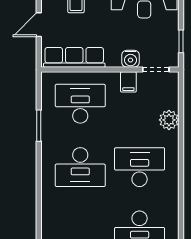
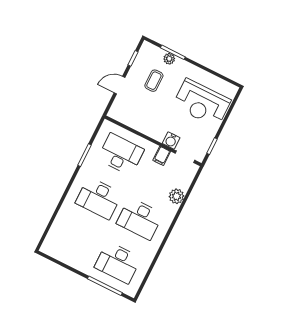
row of seats: (74, 57) -> (133, 120), removed
desk: (140, 167) -> (140, 219), turned 180

